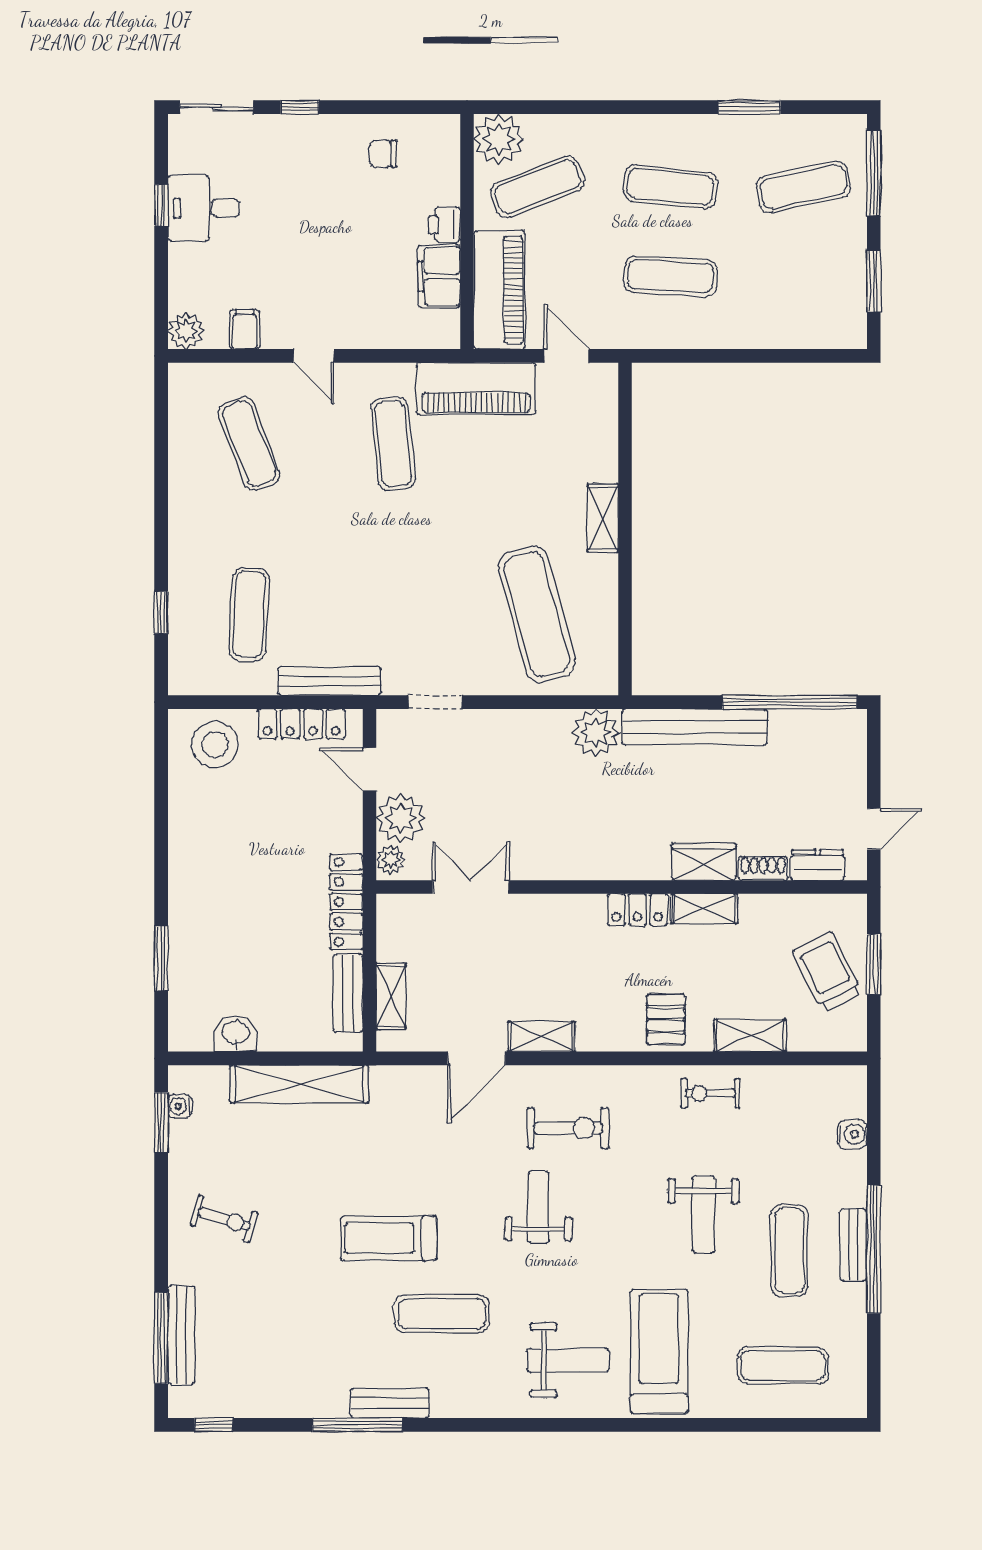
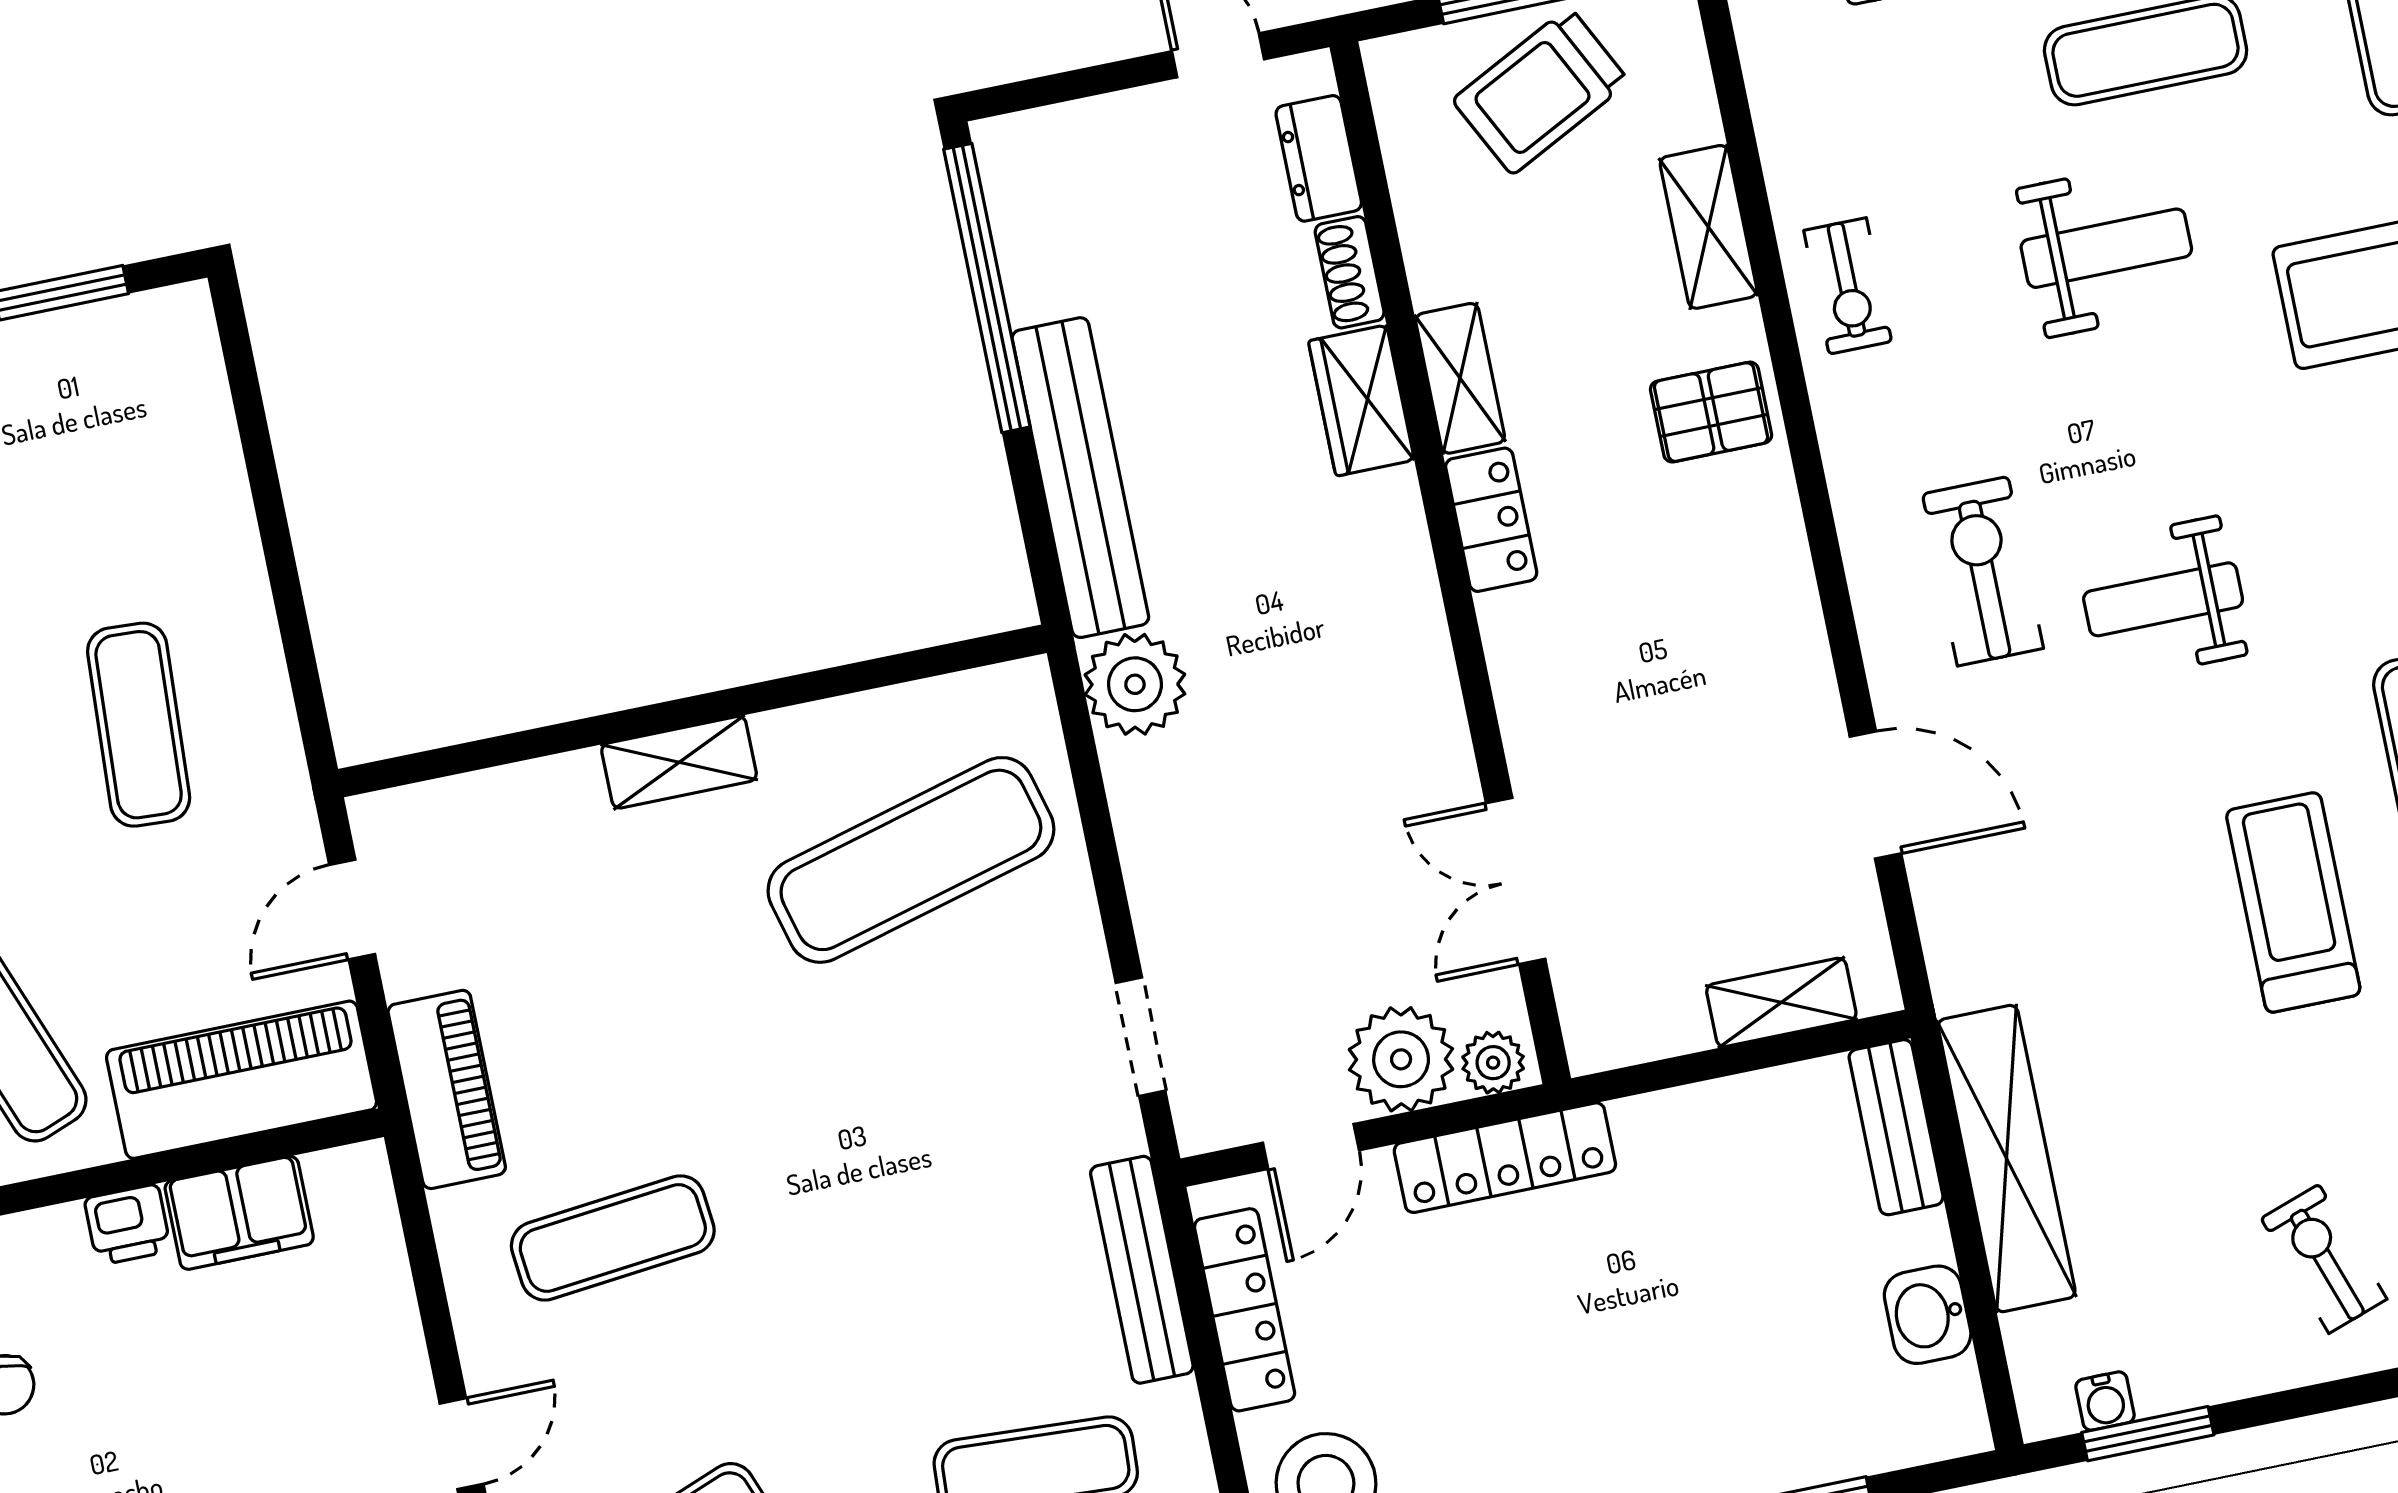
piano: (476, 388) -> (447, 1089), width x0.73, depth x0.75
locker: (346, 902) -> (1505, 1158), moved
bench: (348, 993) -> (1896, 1127), moved, turned 90
shelving: (542, 1037) -> (1801, 667), removed
exercise bike: (224, 1219) -> (2324, 1259), turned -36
treadmill: (389, 1238) -> (2293, 902), turned 180

